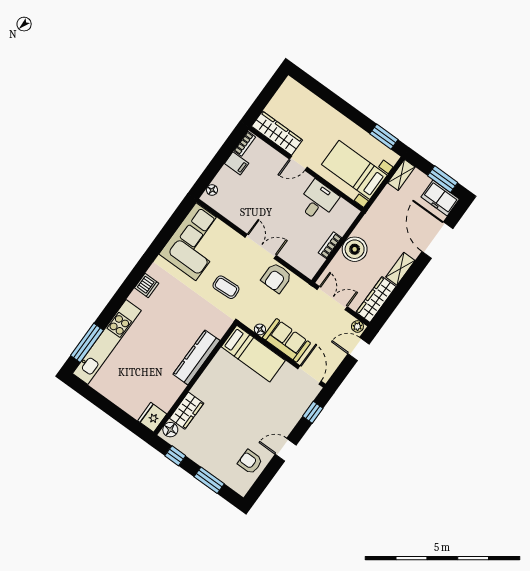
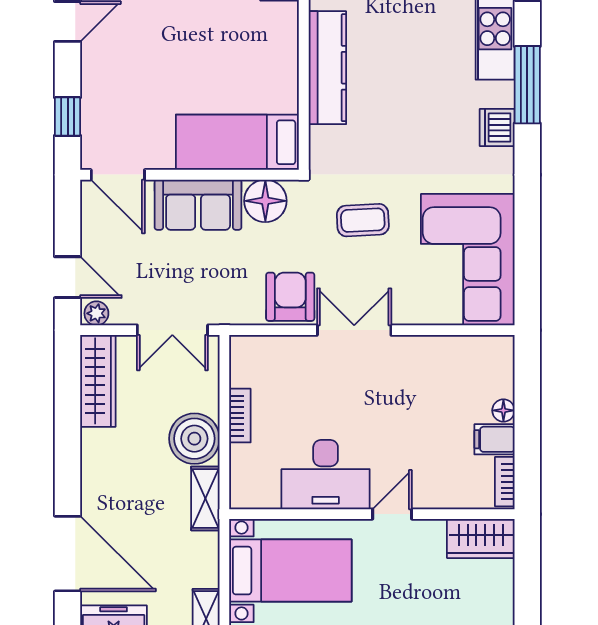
wardrobe: (277, 133) -> (481, 538), width x0.67
floor lamp: (212, 190) -> (503, 410), moved
desk: (318, 201) -> (326, 475), width x1.37
double door: (261, 246) -> (354, 330), swing flipped
shelving: (400, 269) -> (205, 498), moved
window: (123, 294) -> (527, 85), added
floor lamp: (260, 329) -> (265, 201), width x1.89, depth x1.89
door: (359, 349) -> (68, 277), hinge flipped

